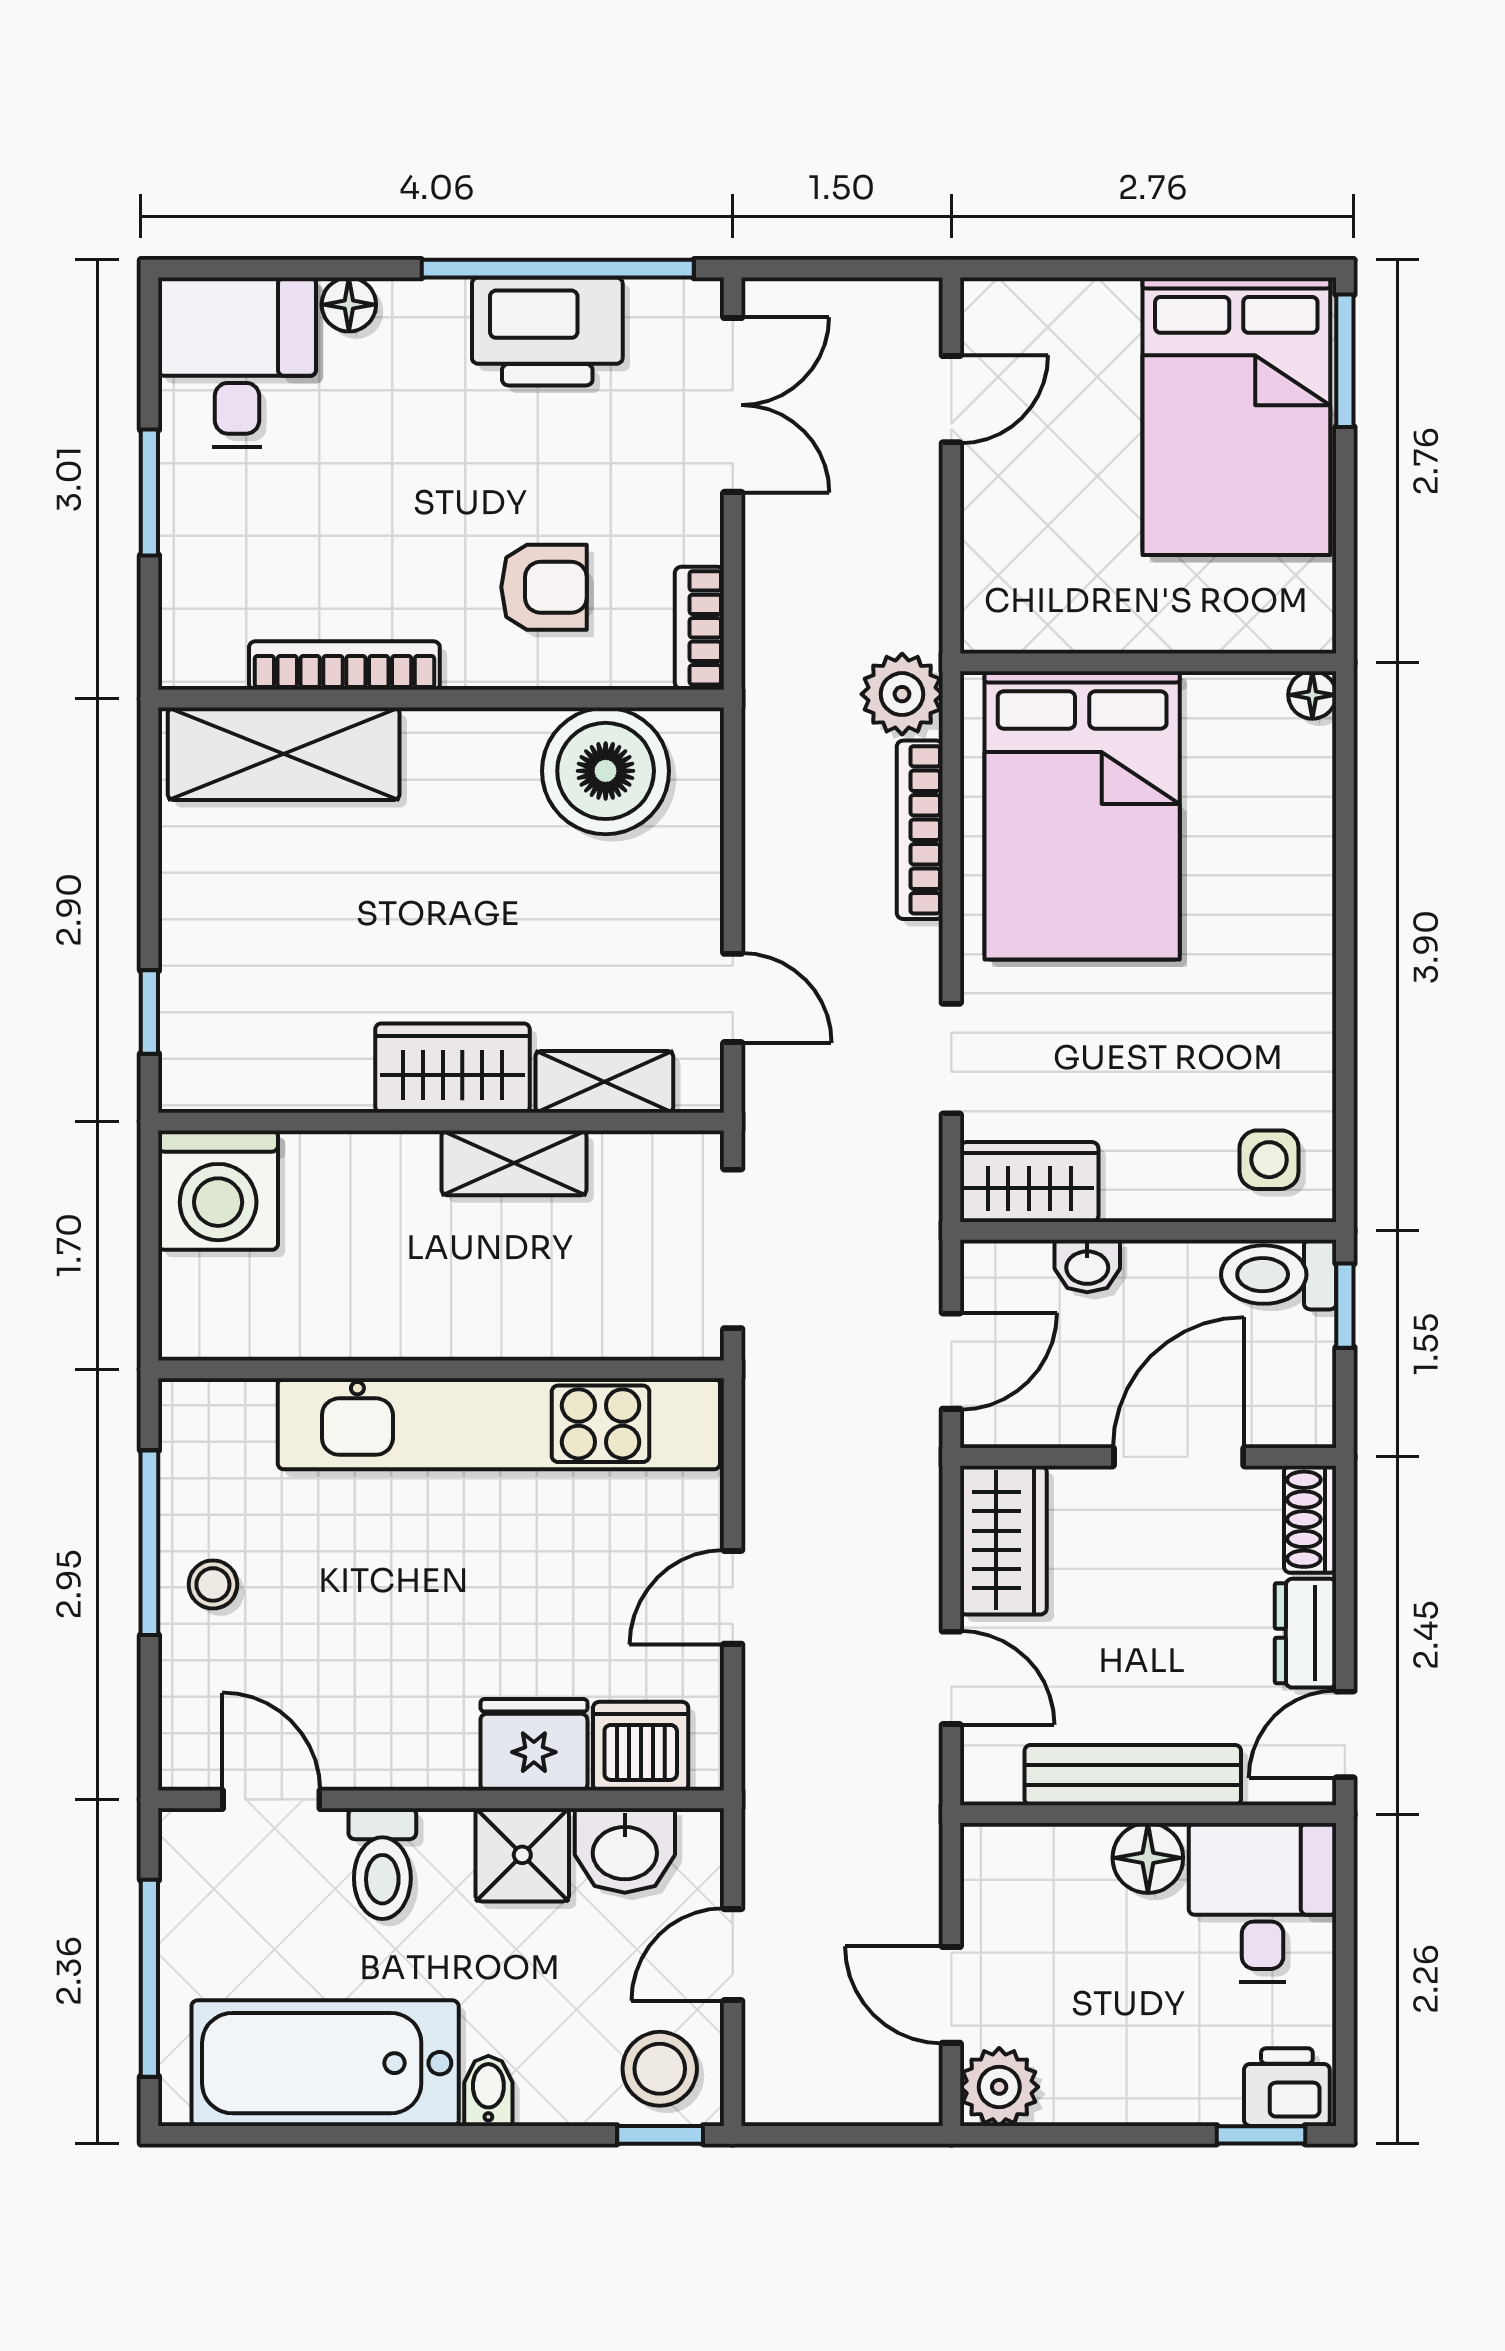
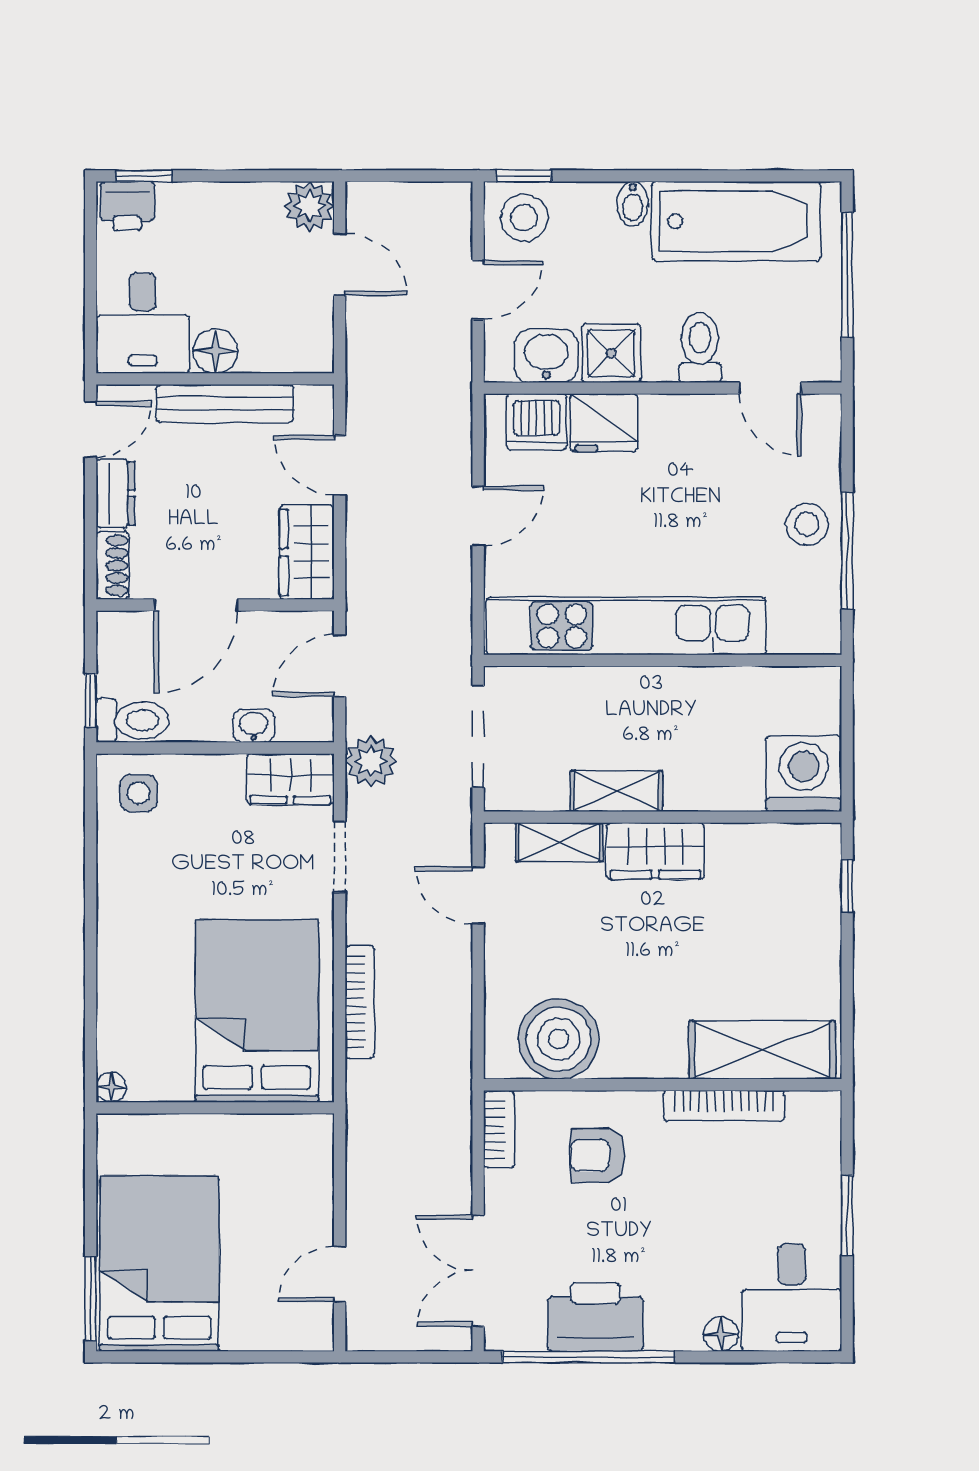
plant: (902, 694) -> (371, 761), moved
stool: (213, 1584) -> (807, 524), width x1.37, depth x1.37

